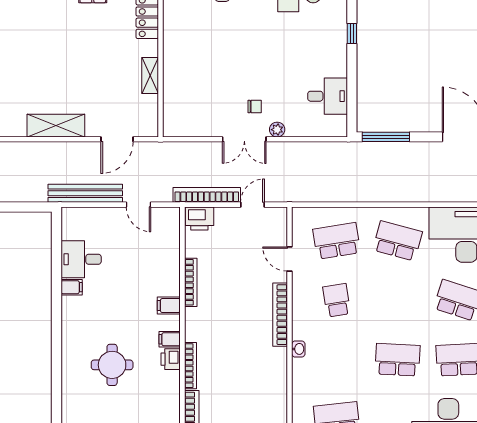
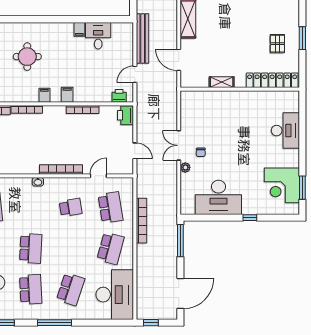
desk: (328, 96) -> (218, 197), width x1.87, depth x1.30
bookcase: (207, 195) -> (141, 221), moved
printer: (171, 359) -> (119, 96), moved

